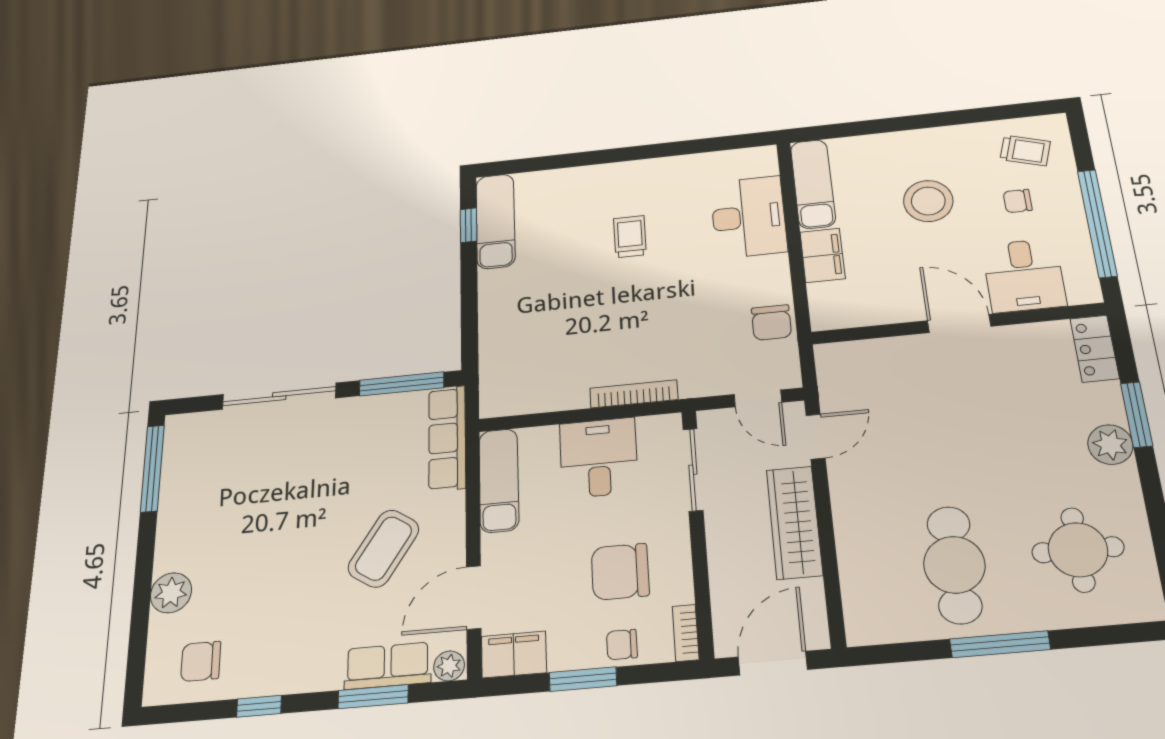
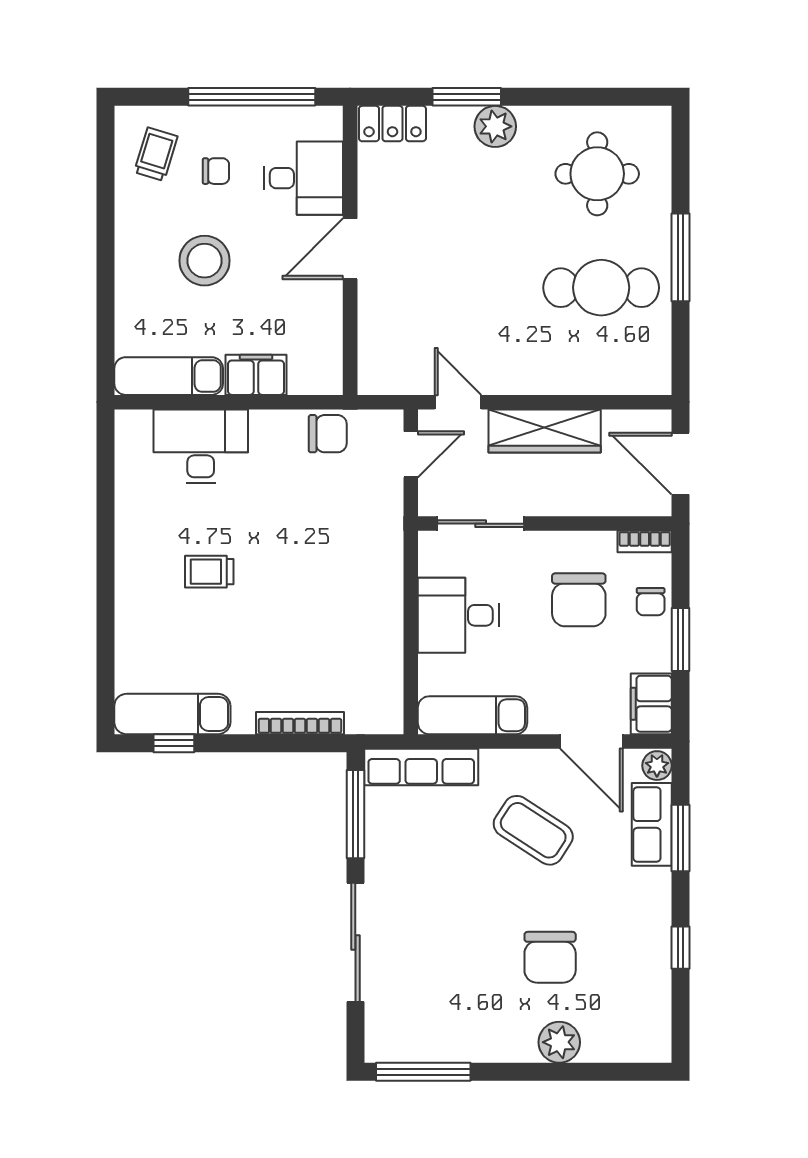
chair: (1018, 201) -> (216, 171), turned -90
bookcase: (634, 394) -> (300, 723), moved, turned 90
chair: (201, 661) -> (550, 957), moved, width x1.37, depth x1.37

